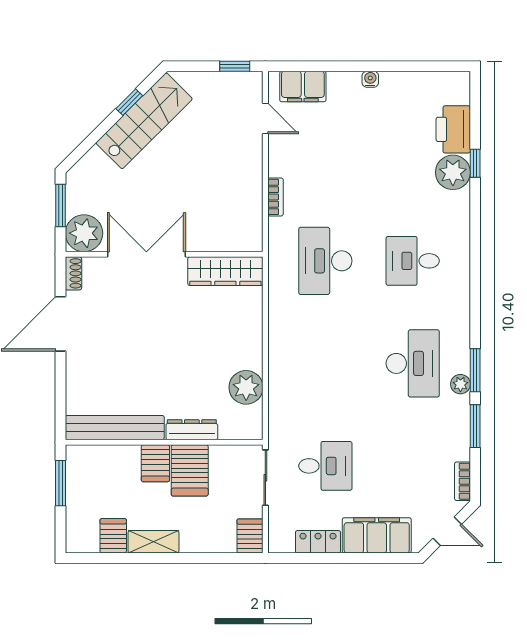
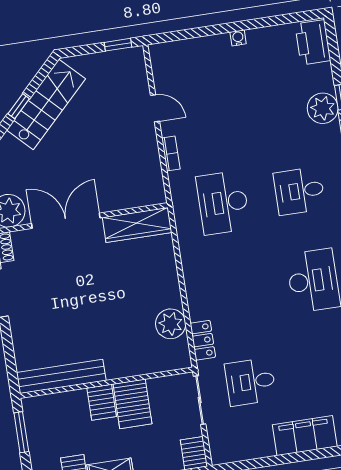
filing cabinet: (303, 86) -> (180, 53), removed
window: (129, 102) -> (19, 106), moved
door: (265, 118) -> (155, 108), moved
printer: (453, 129) -> (313, 42), moved
dresser: (192, 430) -> (129, 368), removed
desk: (325, 466) -> (250, 382), turned 180
locker: (318, 542) -> (203, 340), moved, turned 90

